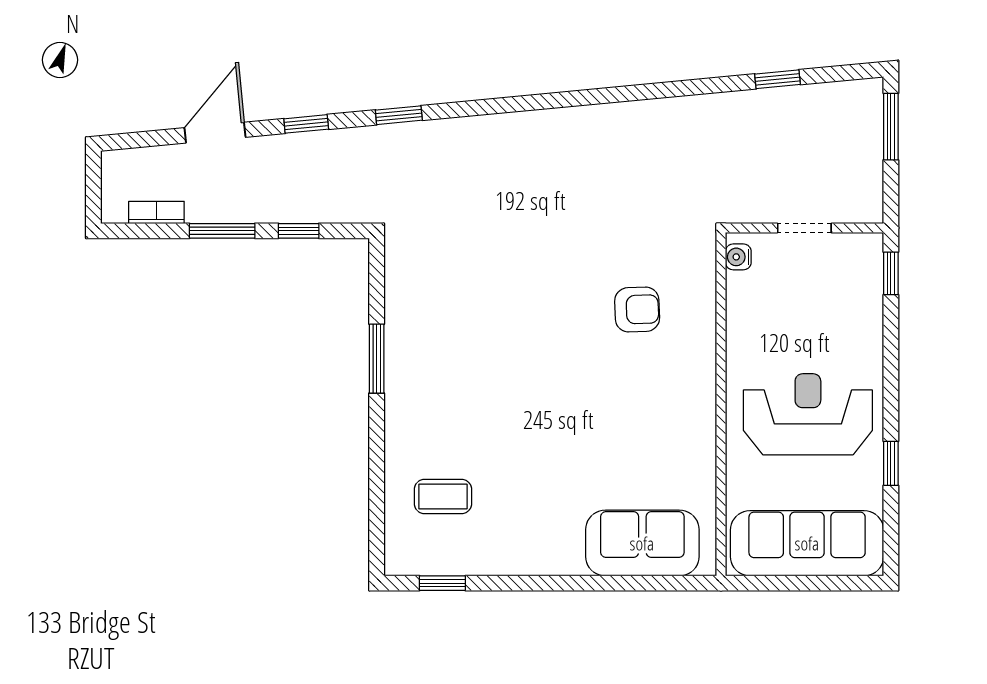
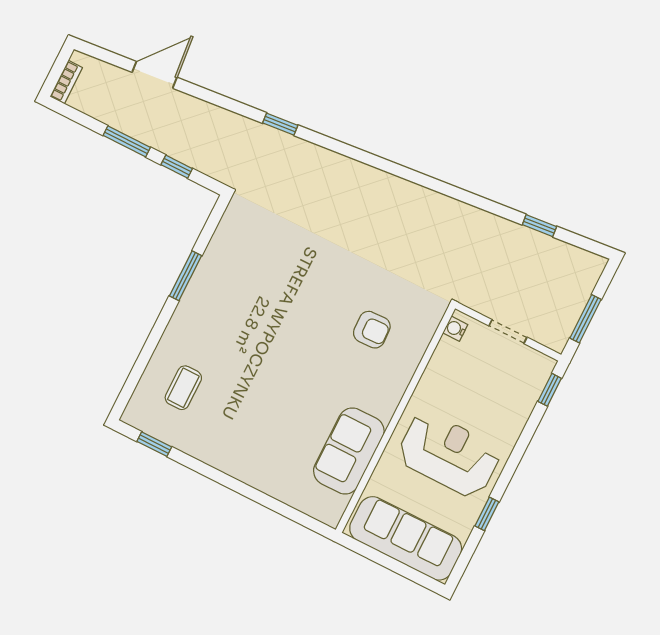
window: (306, 124) -> (217, 99), removed
window: (891, 127) -> (585, 319), moved
bookcase: (156, 212) -> (66, 82), moved, turned 90
coffee table: (443, 496) -> (183, 388), turned 90
sofa: (642, 543) -> (349, 451), moved, turned -90

